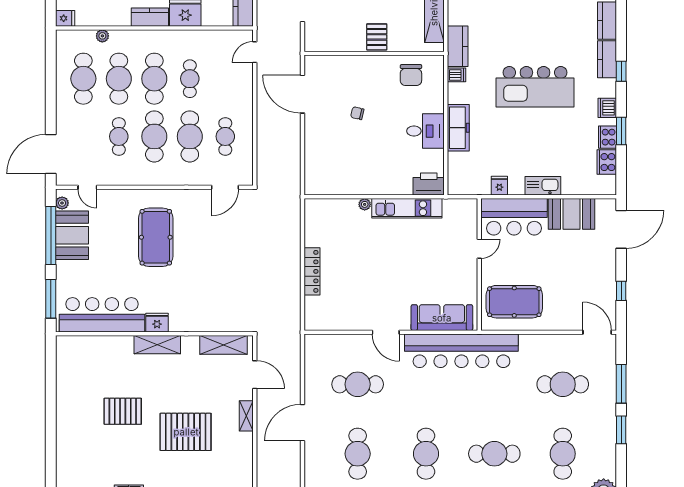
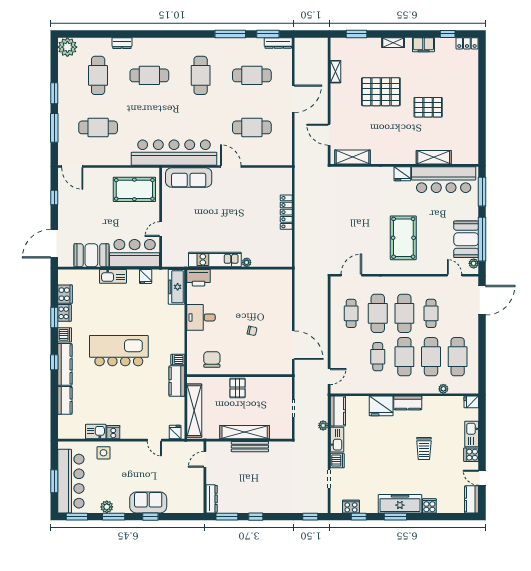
kitchen counter: (607, 59) -> (65, 364), width x1.50
freezer: (458, 128) -> (176, 287), moved
shelving: (157, 345) -> (434, 157), moved
shelving: (246, 416) -> (335, 72), moved
cafe table: (358, 454) -> (252, 75), turned 90

